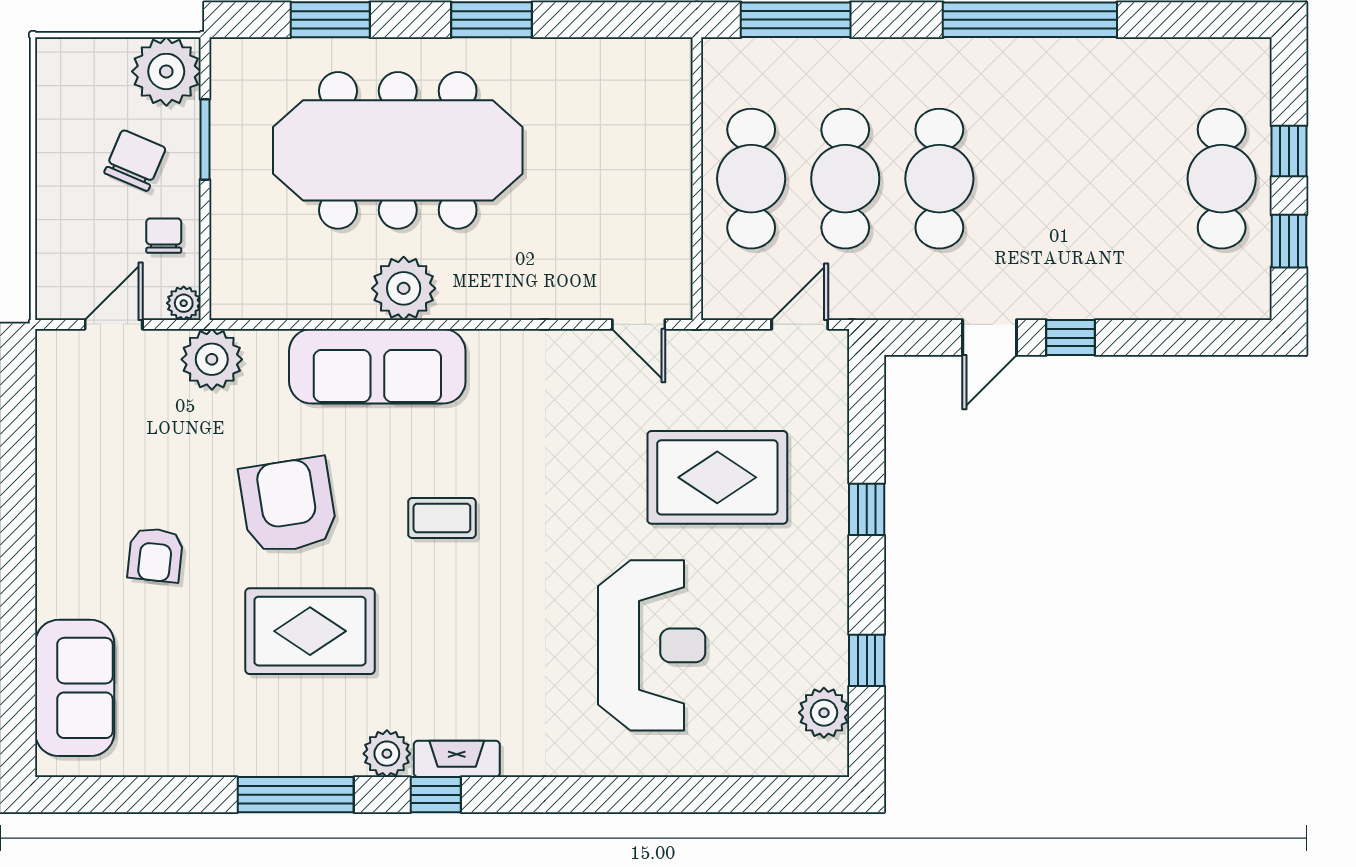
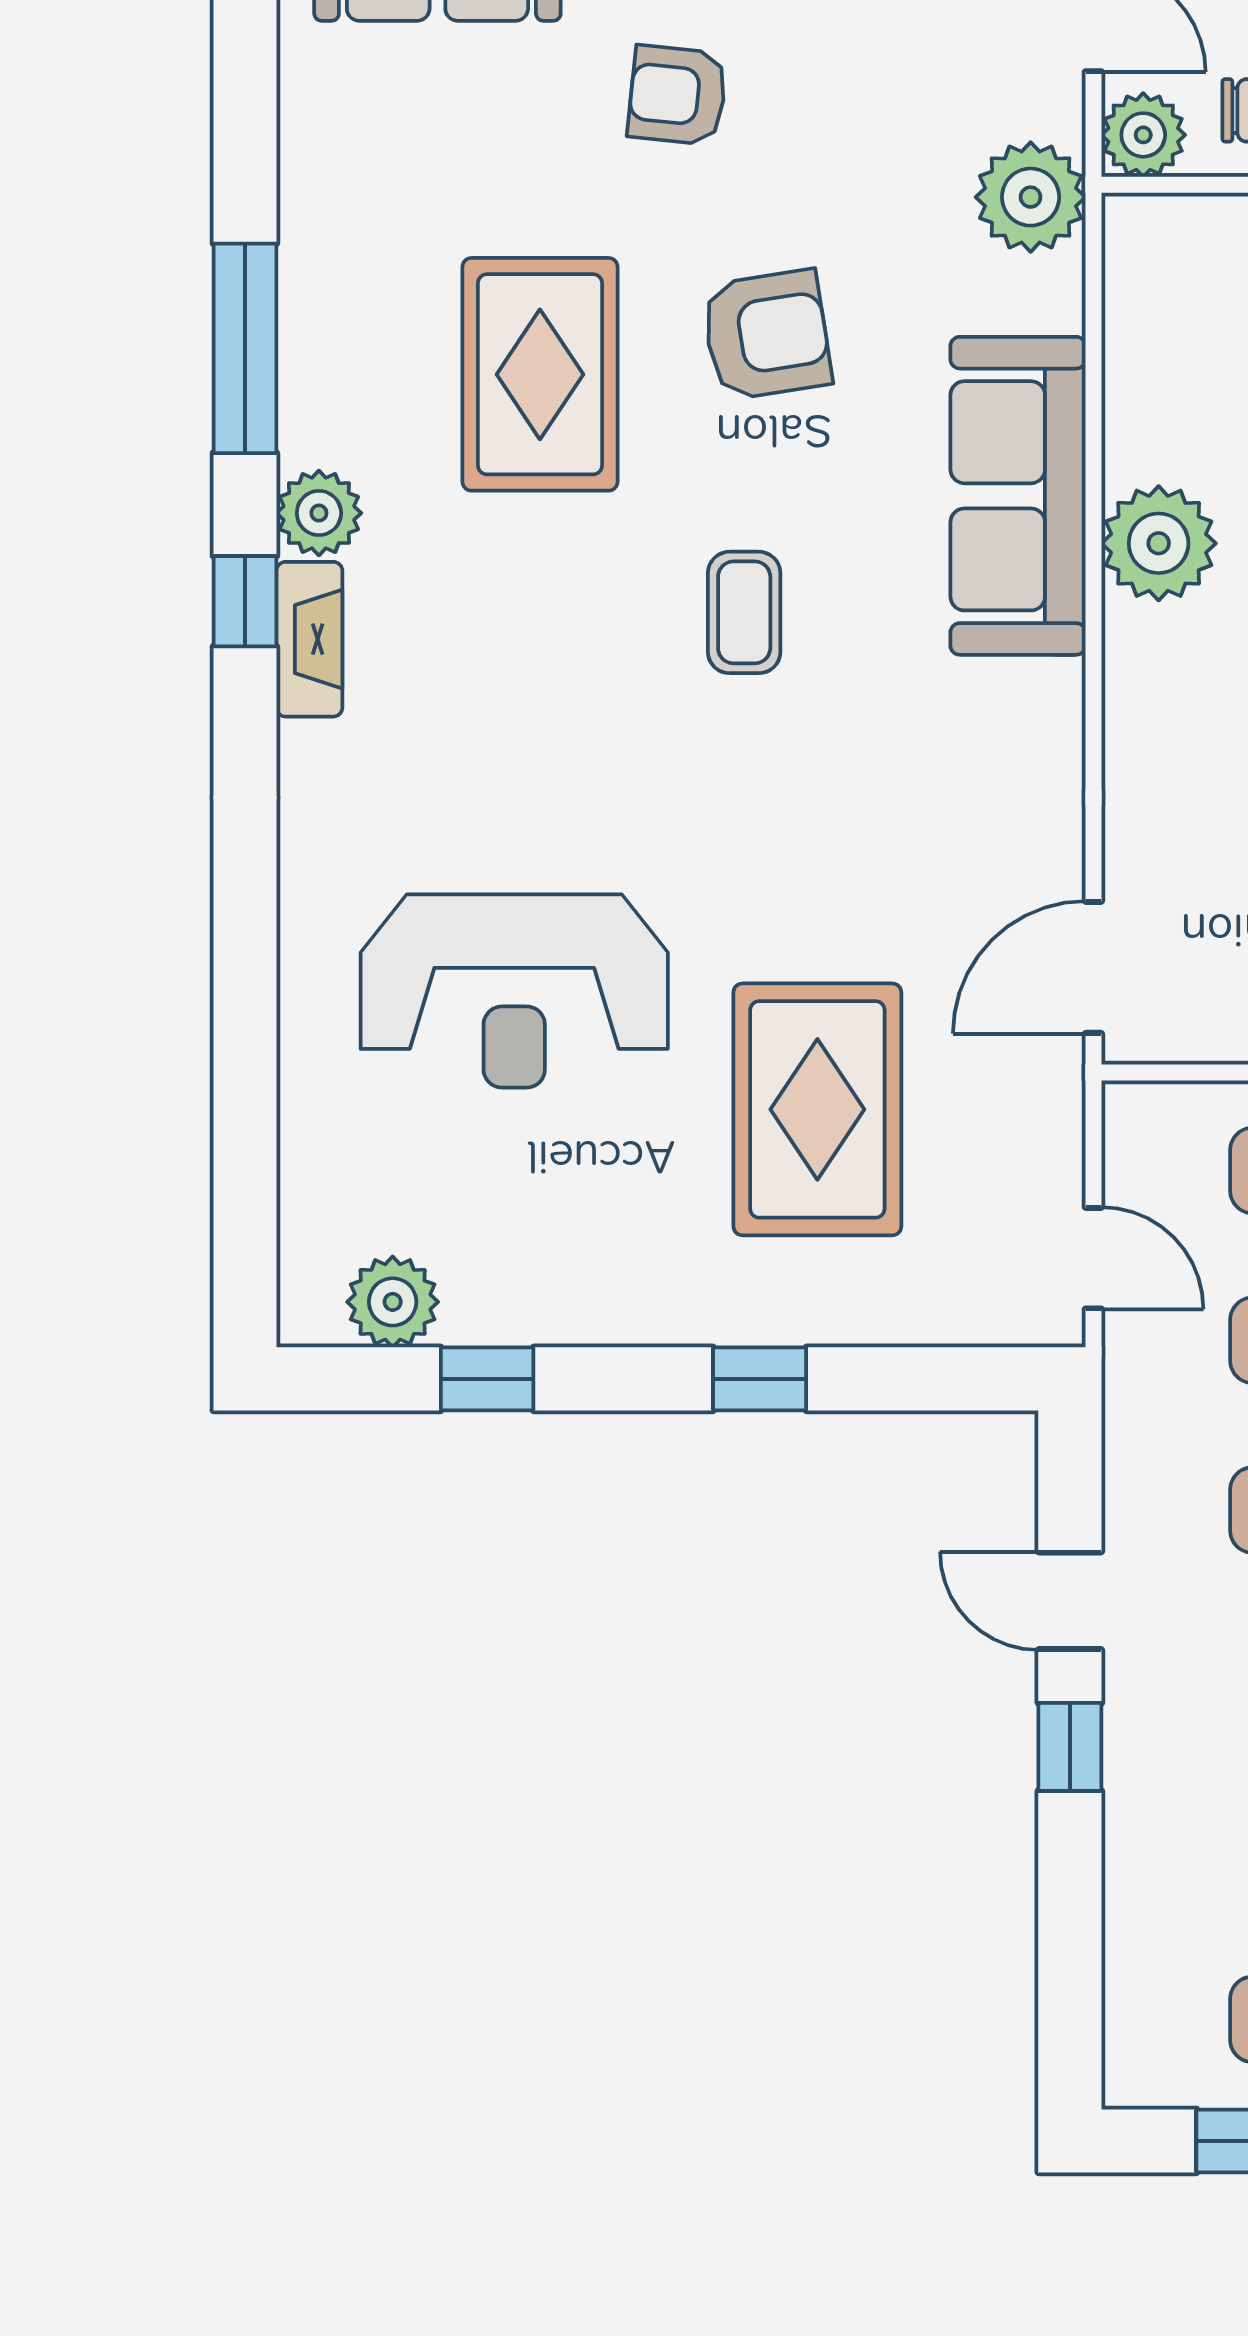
plant: (184, 303) -> (1143, 135), width x1.38, depth x1.38
door: (639, 324) -> (1093, 967), width x1.38
armchair: (288, 506) -> (767, 335), width x0.73, depth x0.73

